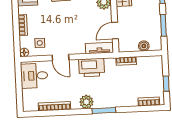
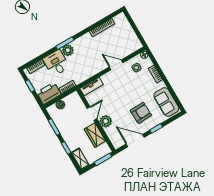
door: (115, 31) -> (92, 114), moved
printer: (92, 68) -> (49, 93), moved
desk: (34, 76) -> (56, 63), moved, turned -90
plant: (86, 102) -> (68, 50), moved

